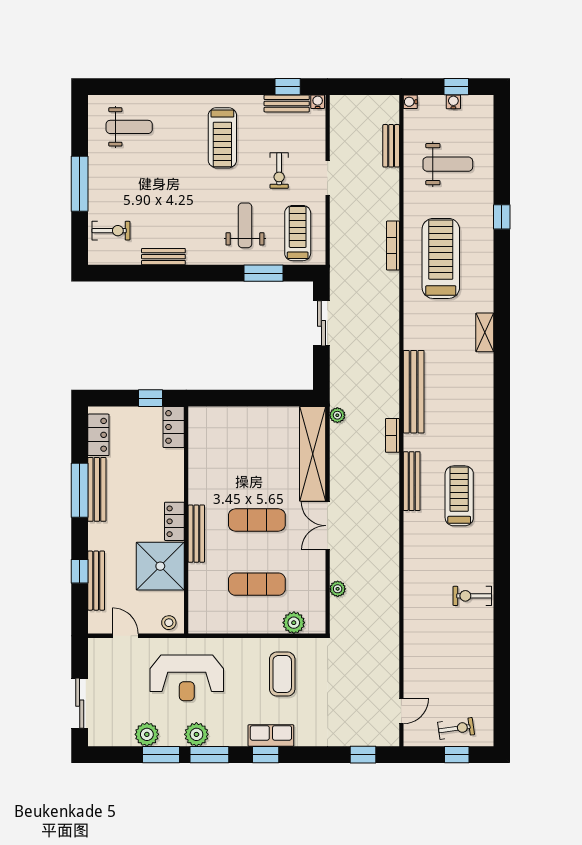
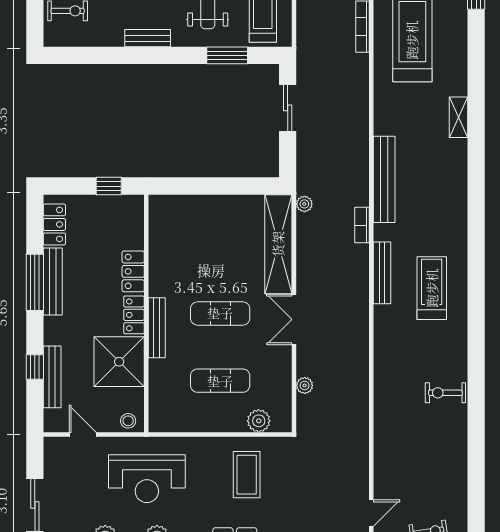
bench: (163, 257) -> (148, 38), moved
locker: (174, 427) -> (133, 271), moved

